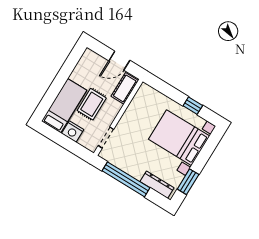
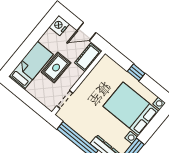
window: (193, 106) -> (136, 72), moved
nightstand: (73, 131) -> (59, 26), moved, turned 90

